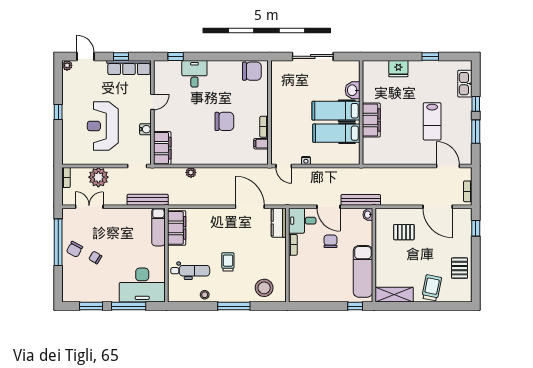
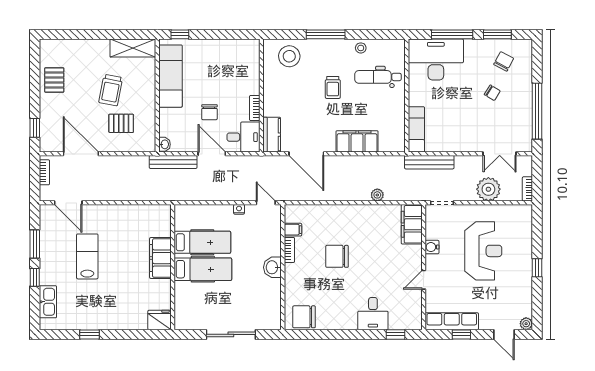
fridge: (398, 69) -> (159, 320), moved
washbasin: (353, 90) -> (272, 267), moved, turned 180
filing cabinet: (177, 228) -> (357, 141), moved, turned 90
chair: (75, 249) -> (504, 61), moved
trolley: (432, 288) -> (111, 90), moved

